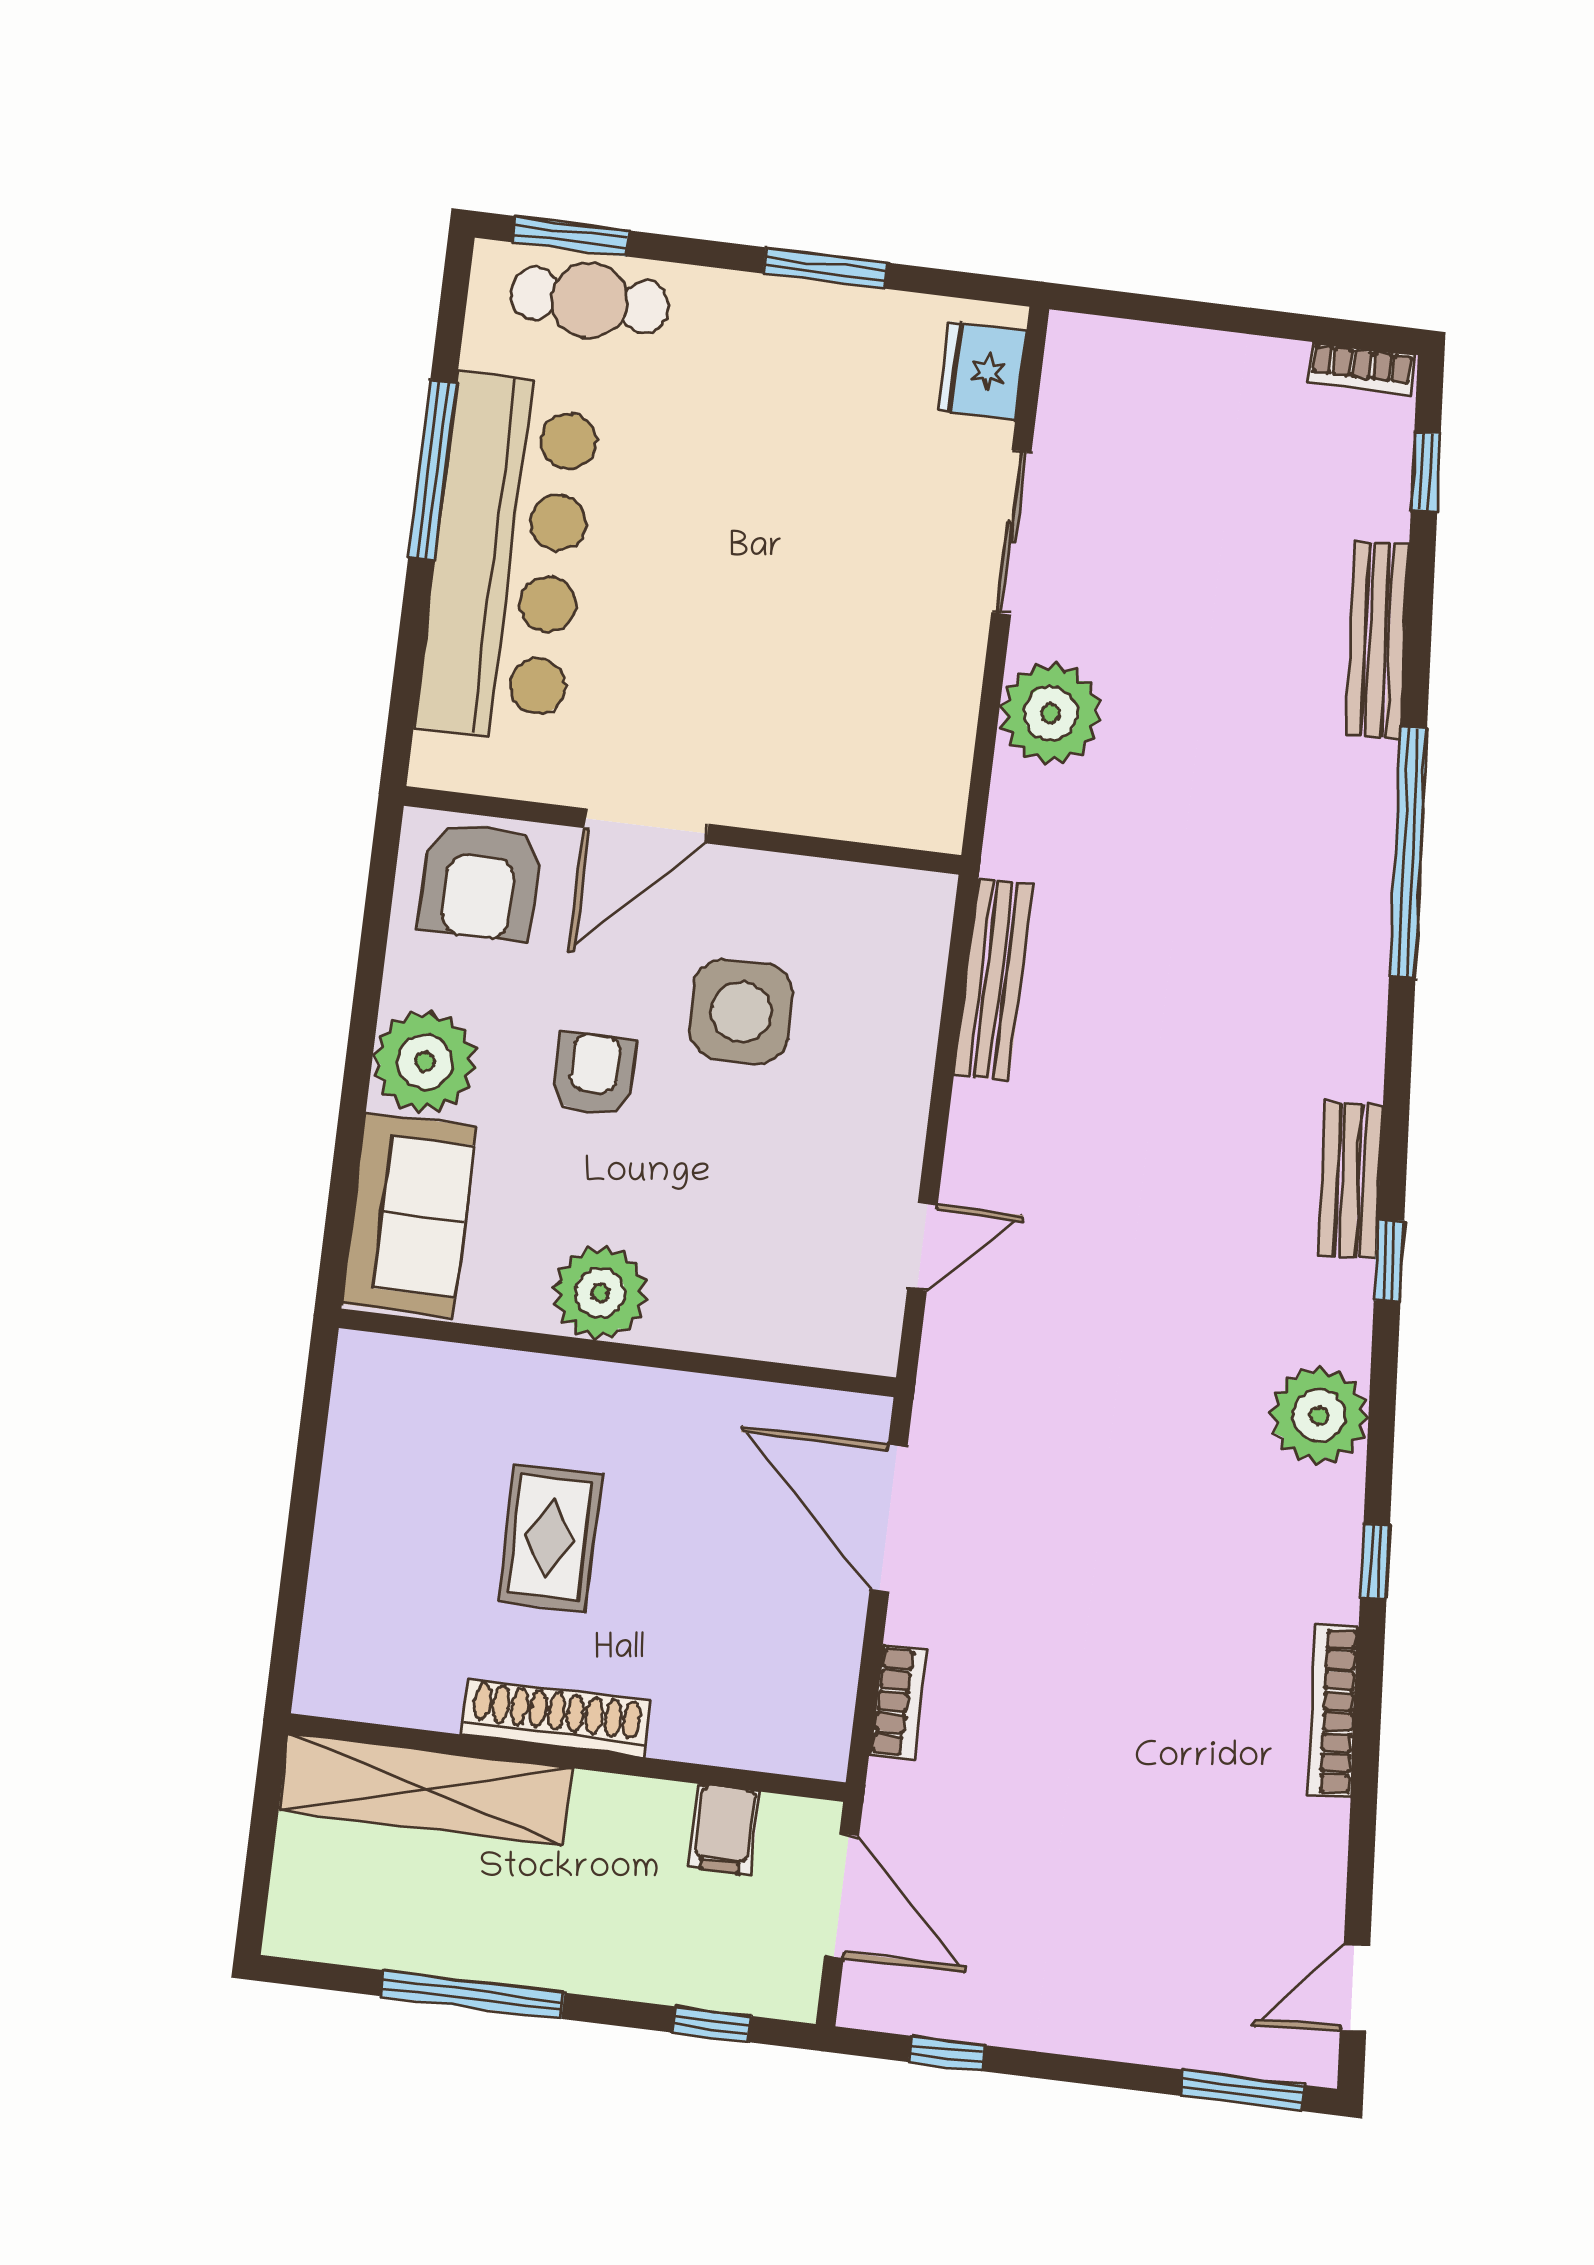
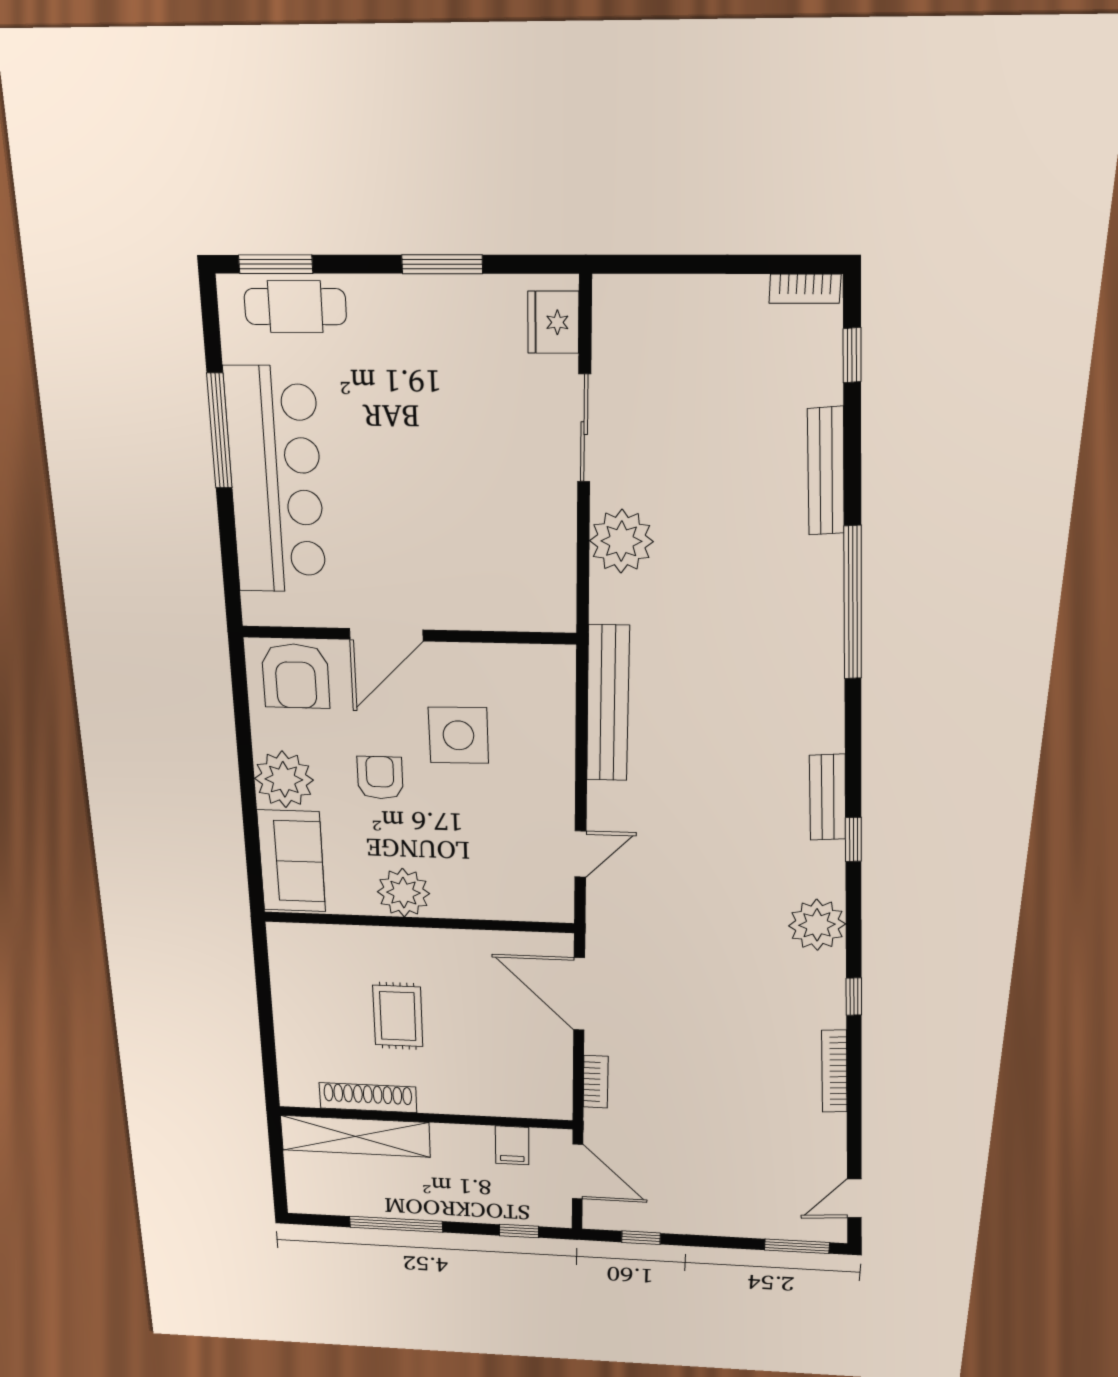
bench: (993, 980) -> (608, 704), width x1.37, depth x1.21
shoe rack: (556, 1718) -> (368, 1098), moved

